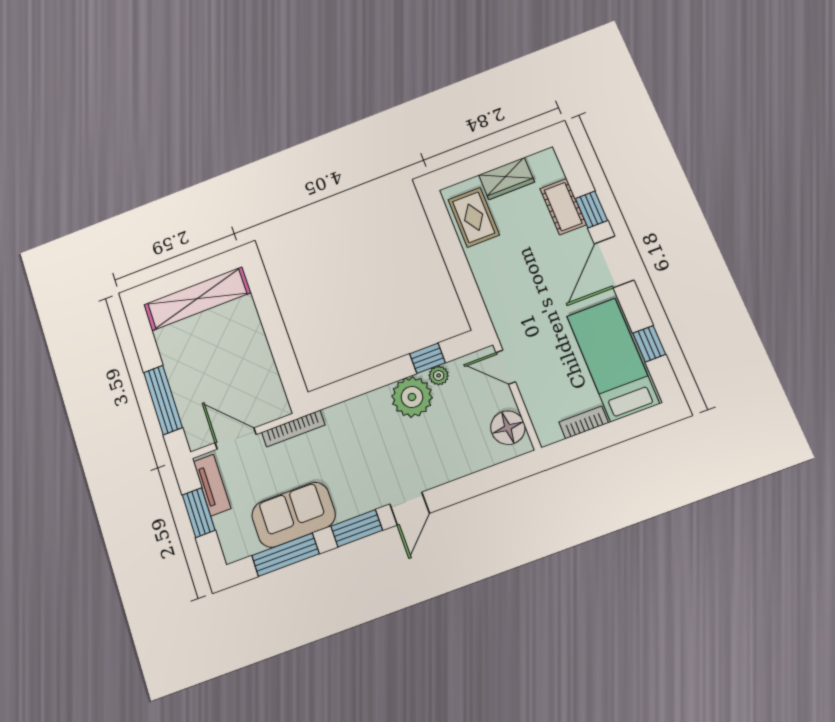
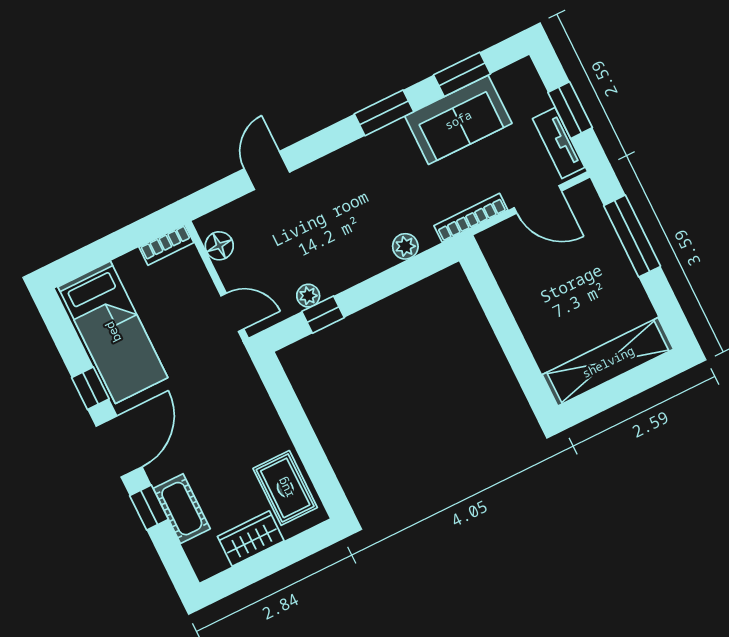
window: (649, 344) -> (90, 388), moved
plant: (412, 397) -> (405, 246), moved, width x0.53, depth x0.53
bookcase: (584, 422) -> (166, 245), moved
floor lamp: (508, 428) -> (219, 246), width x0.73, depth x0.73
door: (409, 509) -> (267, 170), moved
window: (285, 555) -> (462, 74), width x0.69

